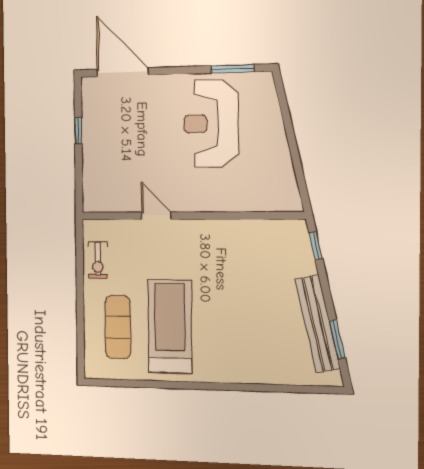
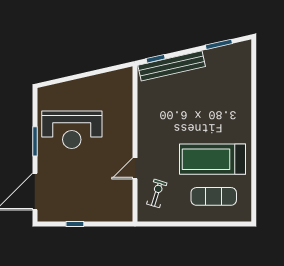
window: (233, 69) -> (35, 141), moved
exercise bike: (98, 260) -> (157, 193), moved, turned -73
bench: (318, 324) -> (172, 66), moved

